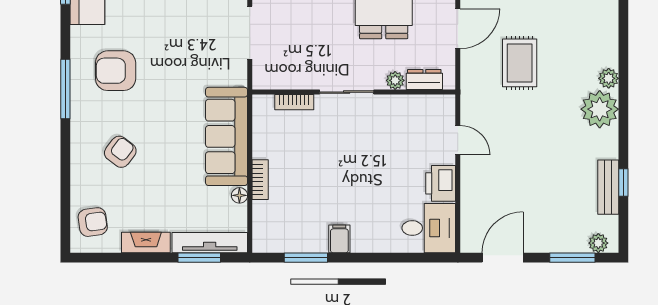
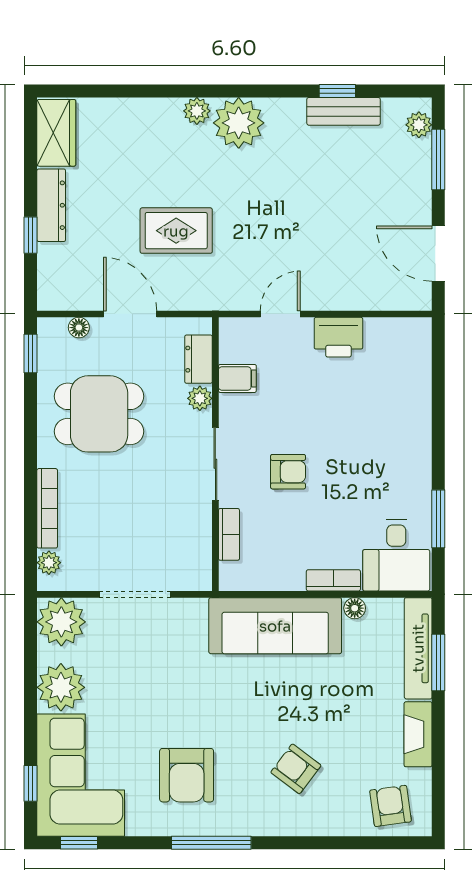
armchair: (341, 146) -> (288, 472), added
desk: (429, 228) -> (396, 555), moved, turned 180
filing cabinet: (339, 239) -> (237, 378), moved, turned 180

